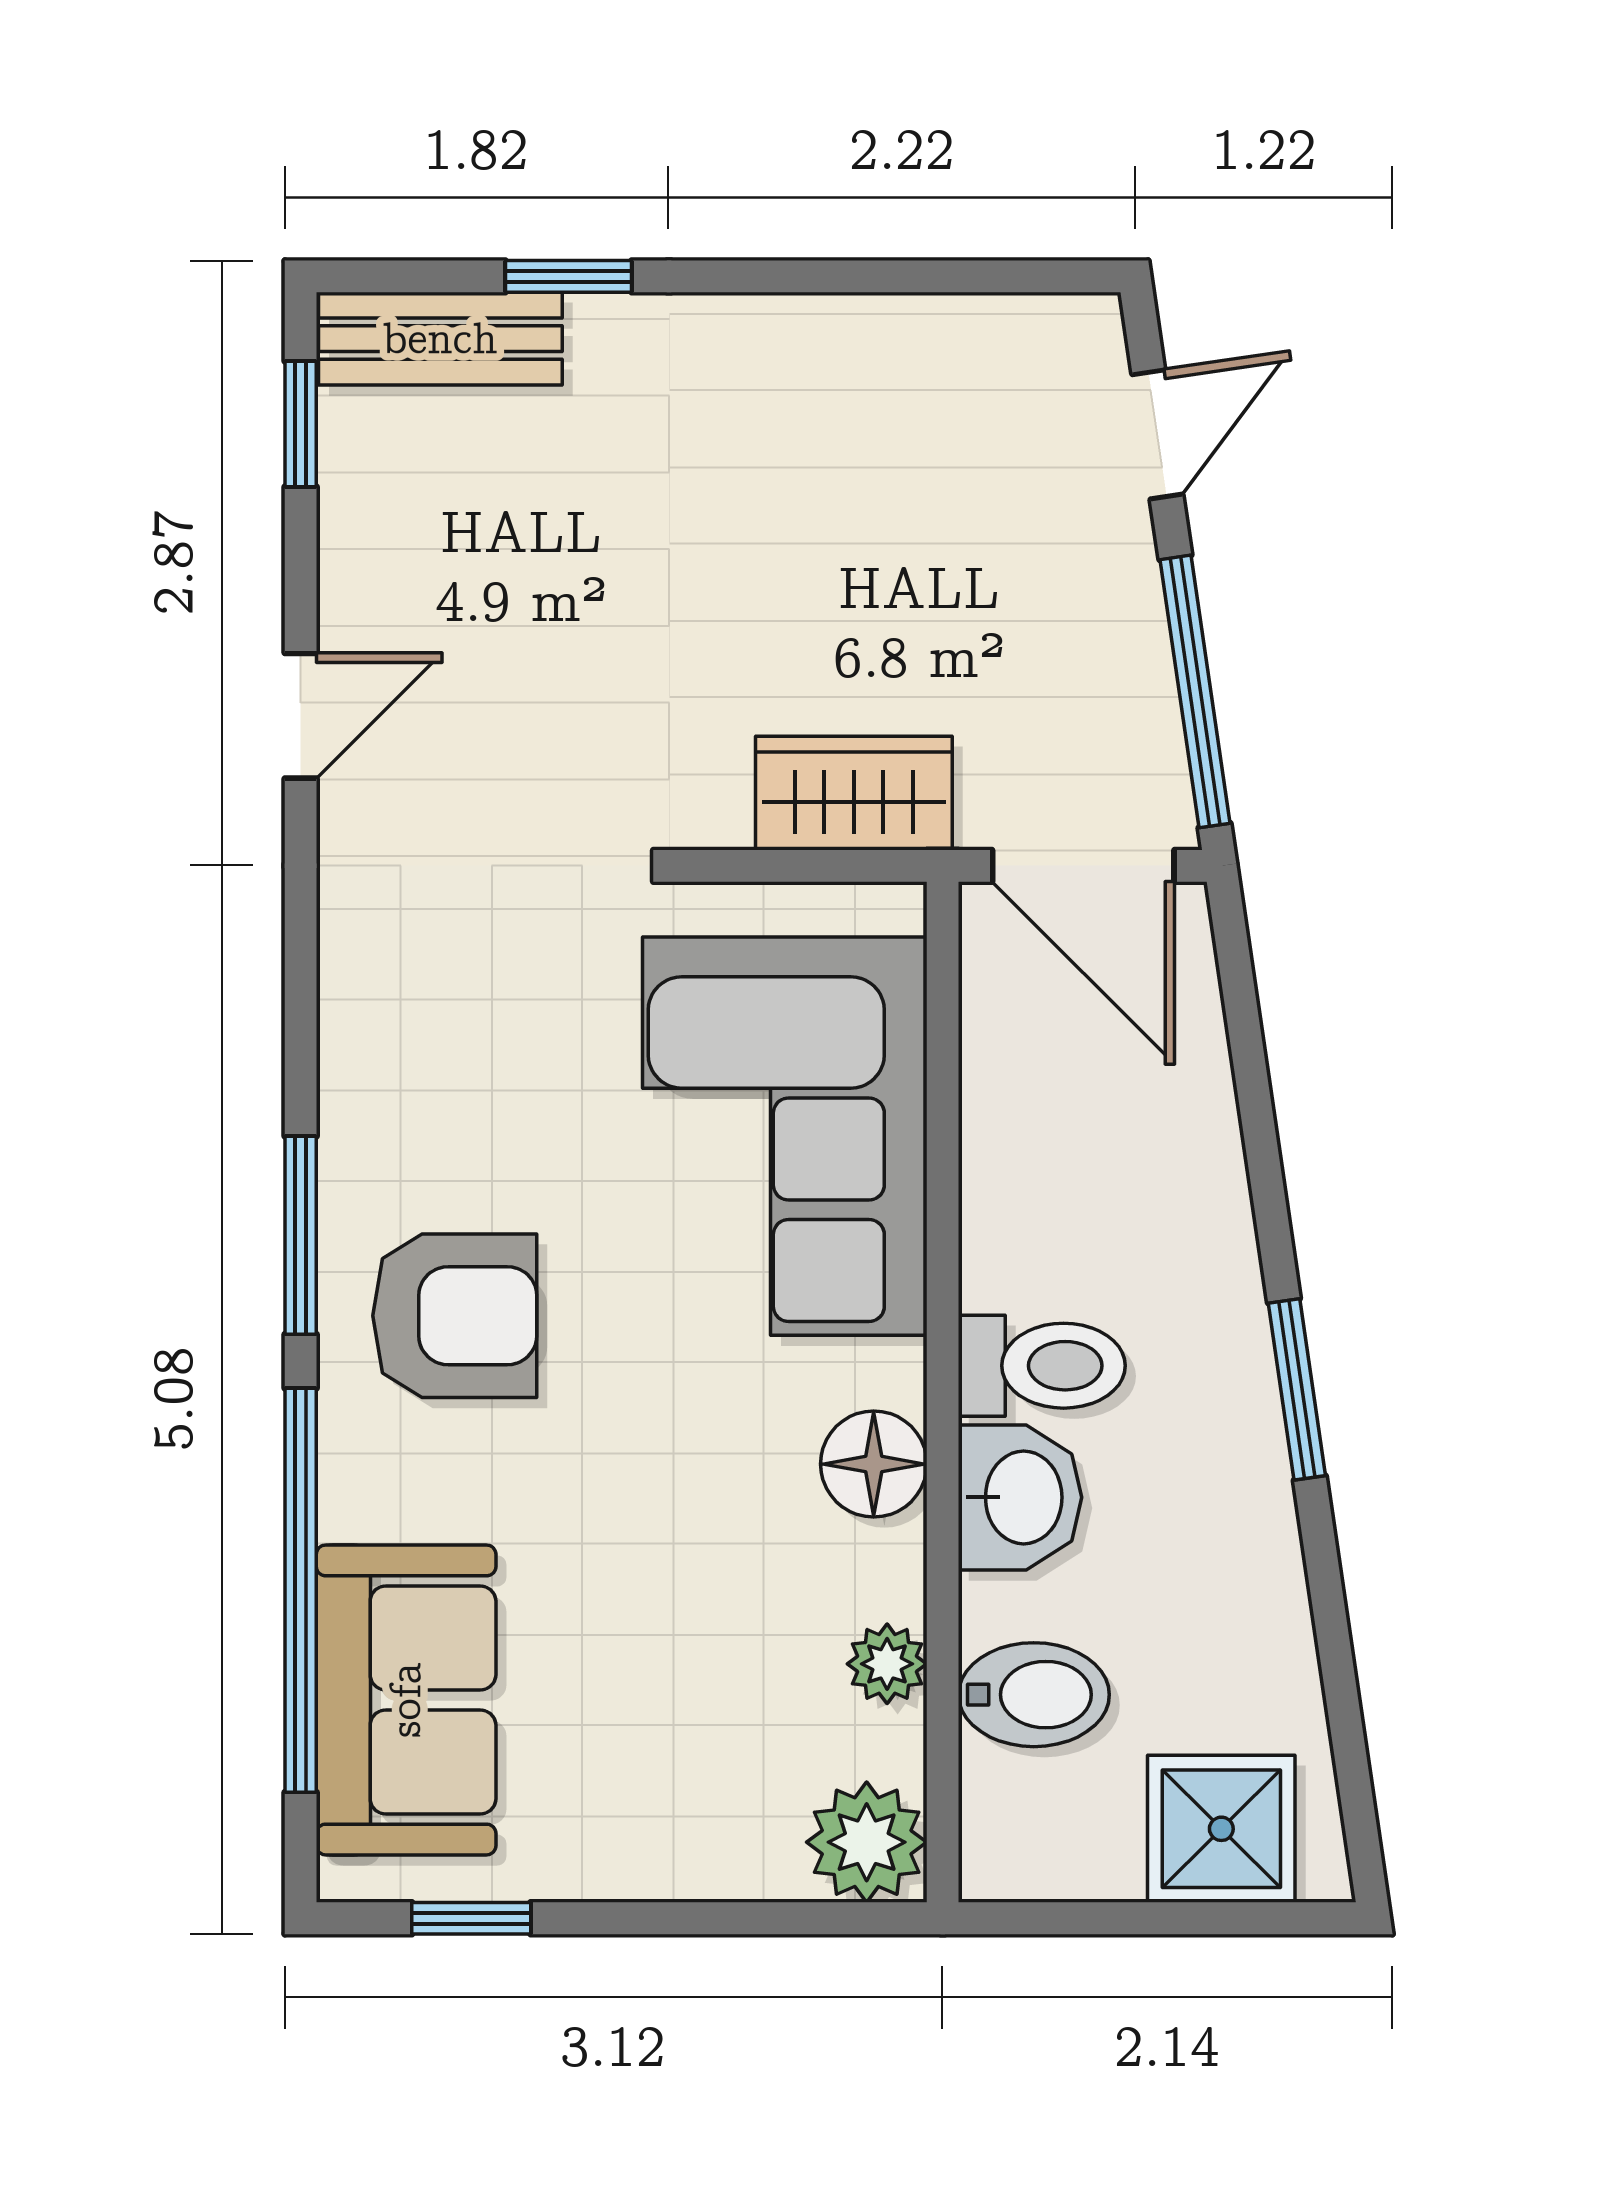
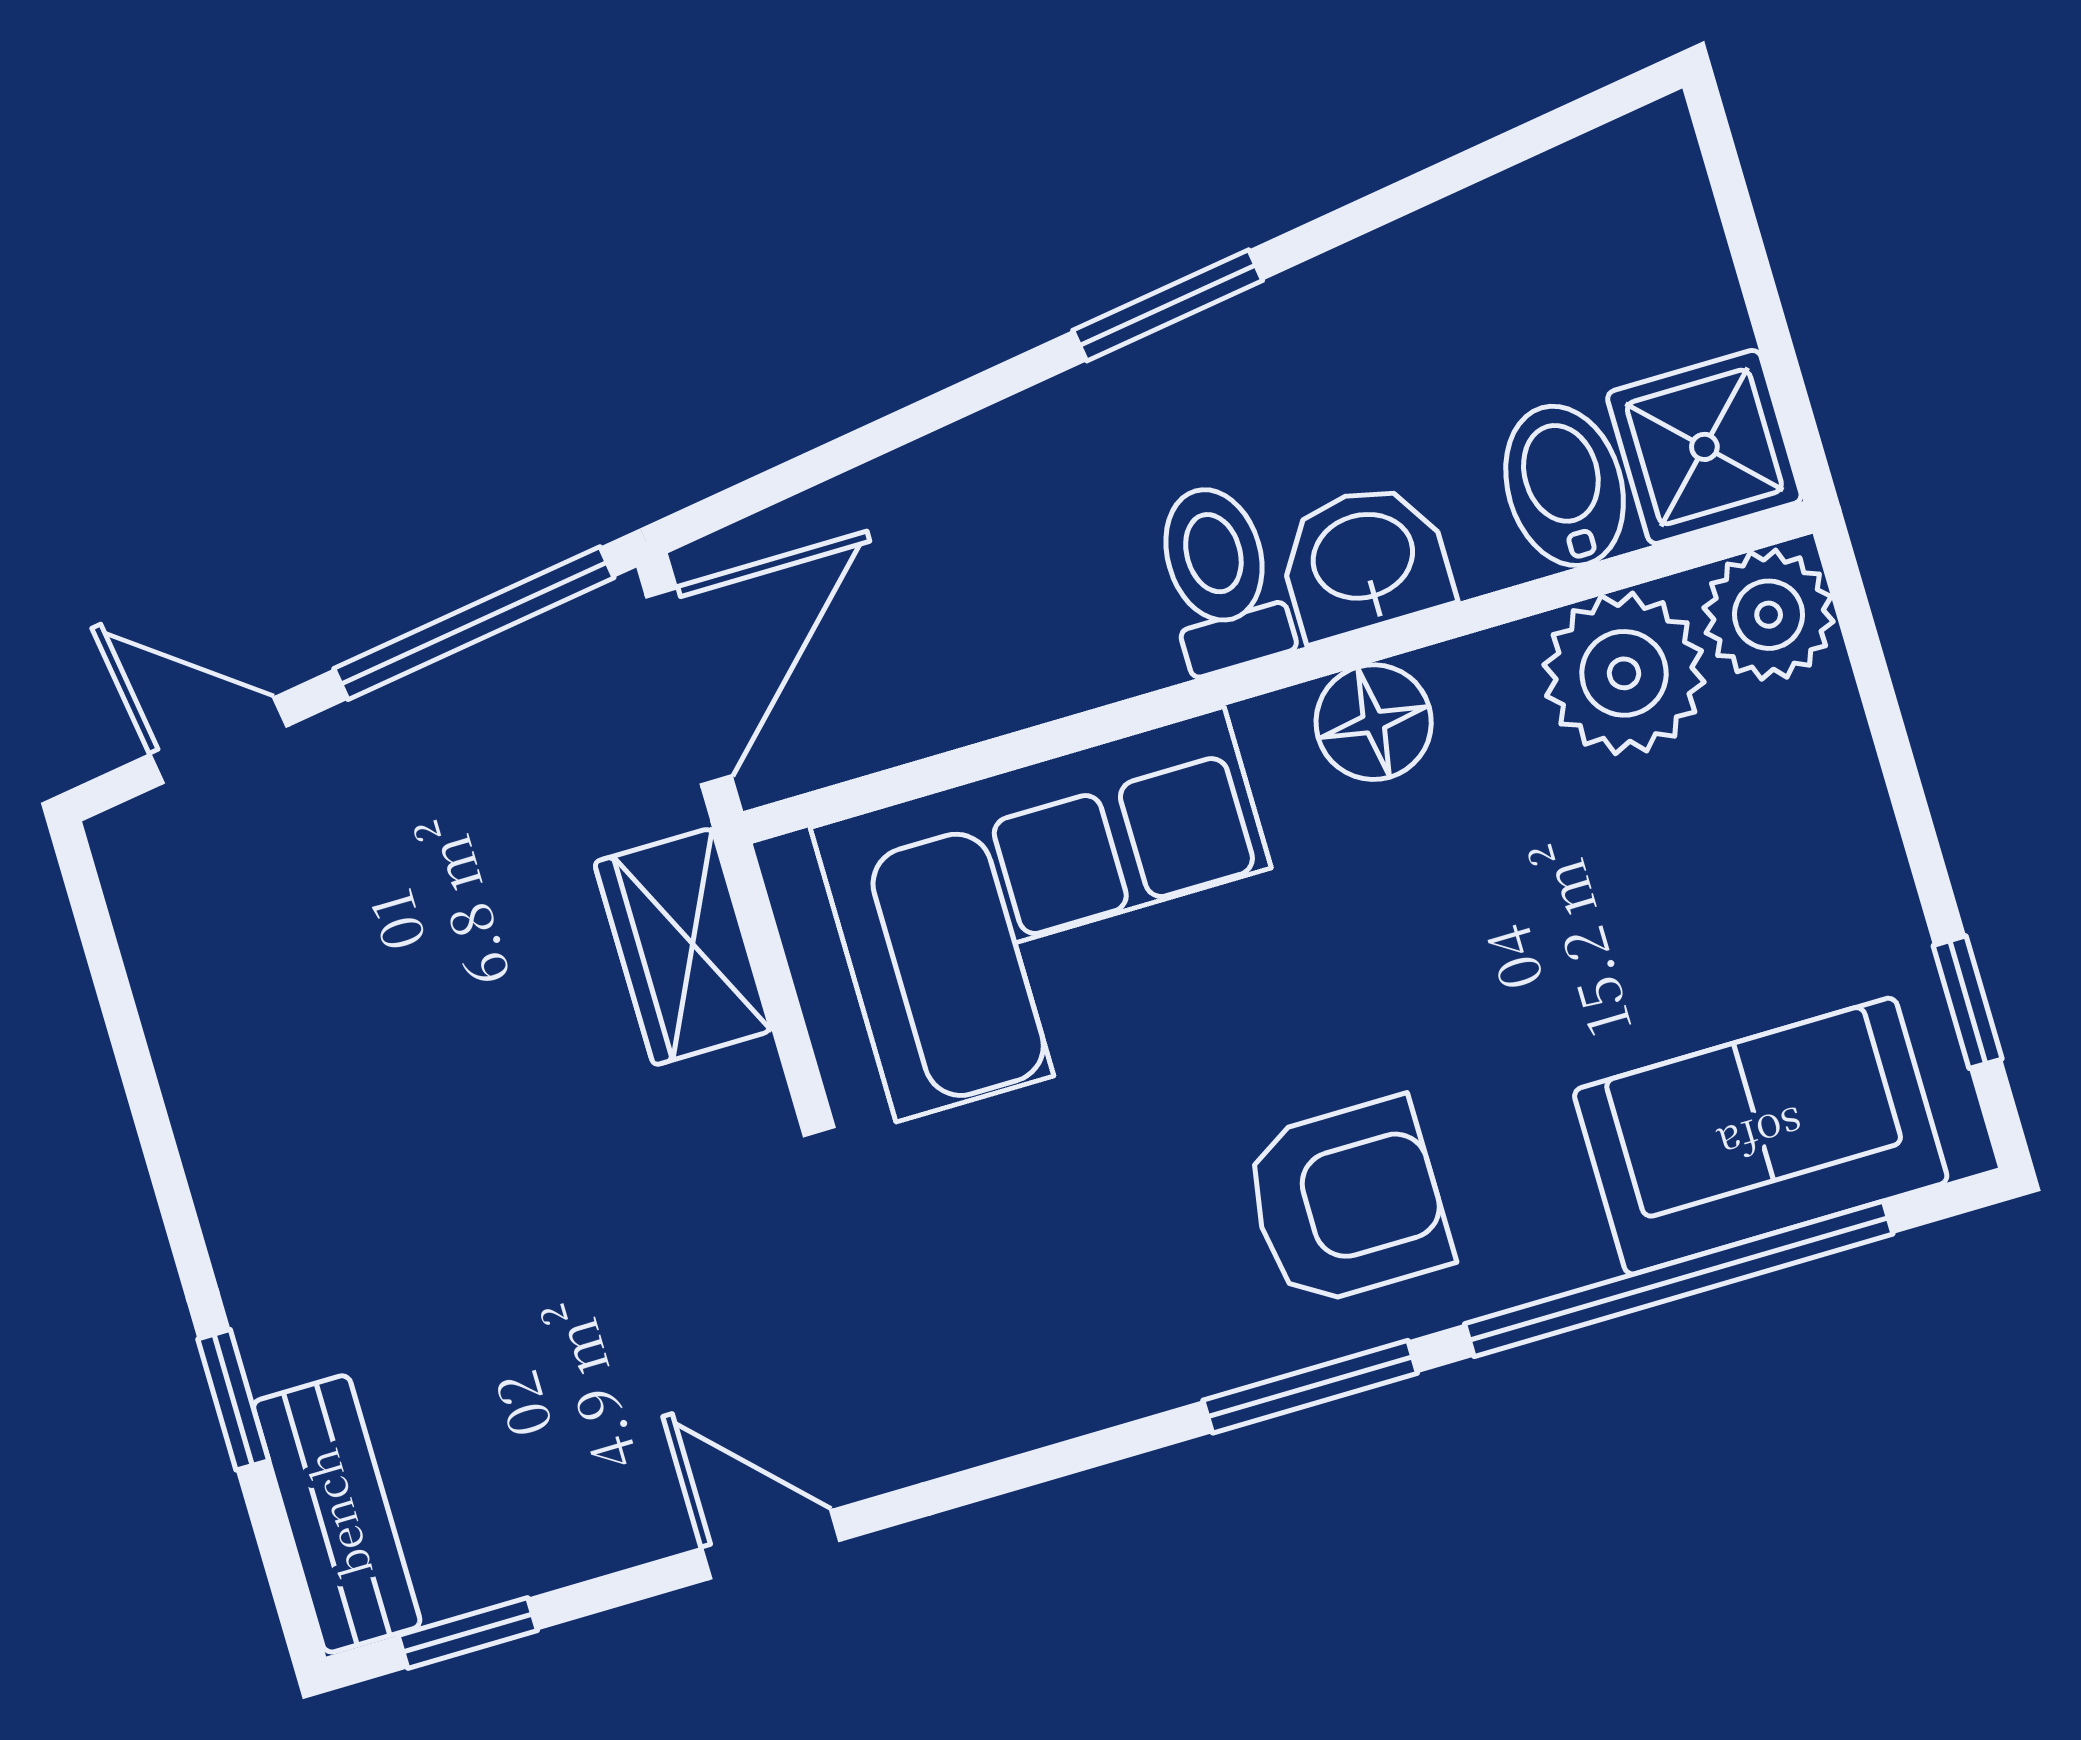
armchair: (455, 1316) -> (1347, 1202), turned 90
plant: (887, 1664) -> (1624, 673), width x1.87, depth x1.87
shower: (1221, 1829) -> (1704, 447), moved

